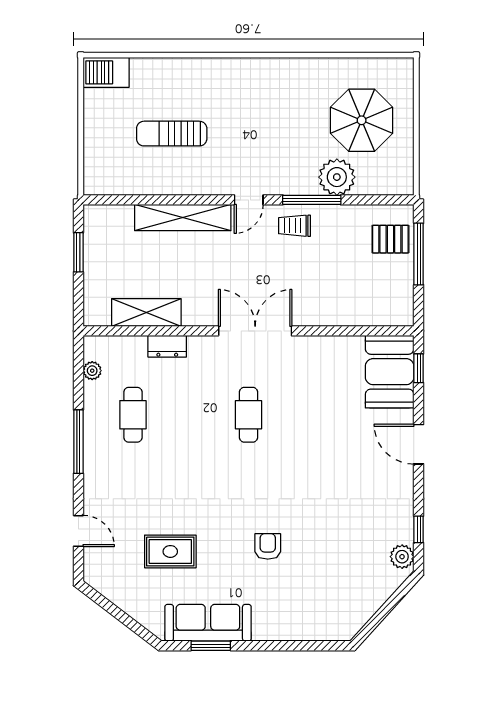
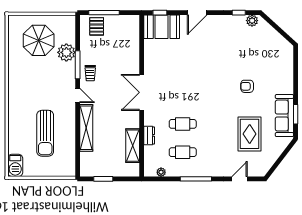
sun lounger: (172, 134) -> (45, 133), width x1.36, depth x1.34
cafe table: (248, 415) -> (183, 124), moved
rug: (170, 551) -> (250, 134), width x1.36, depth x1.43

